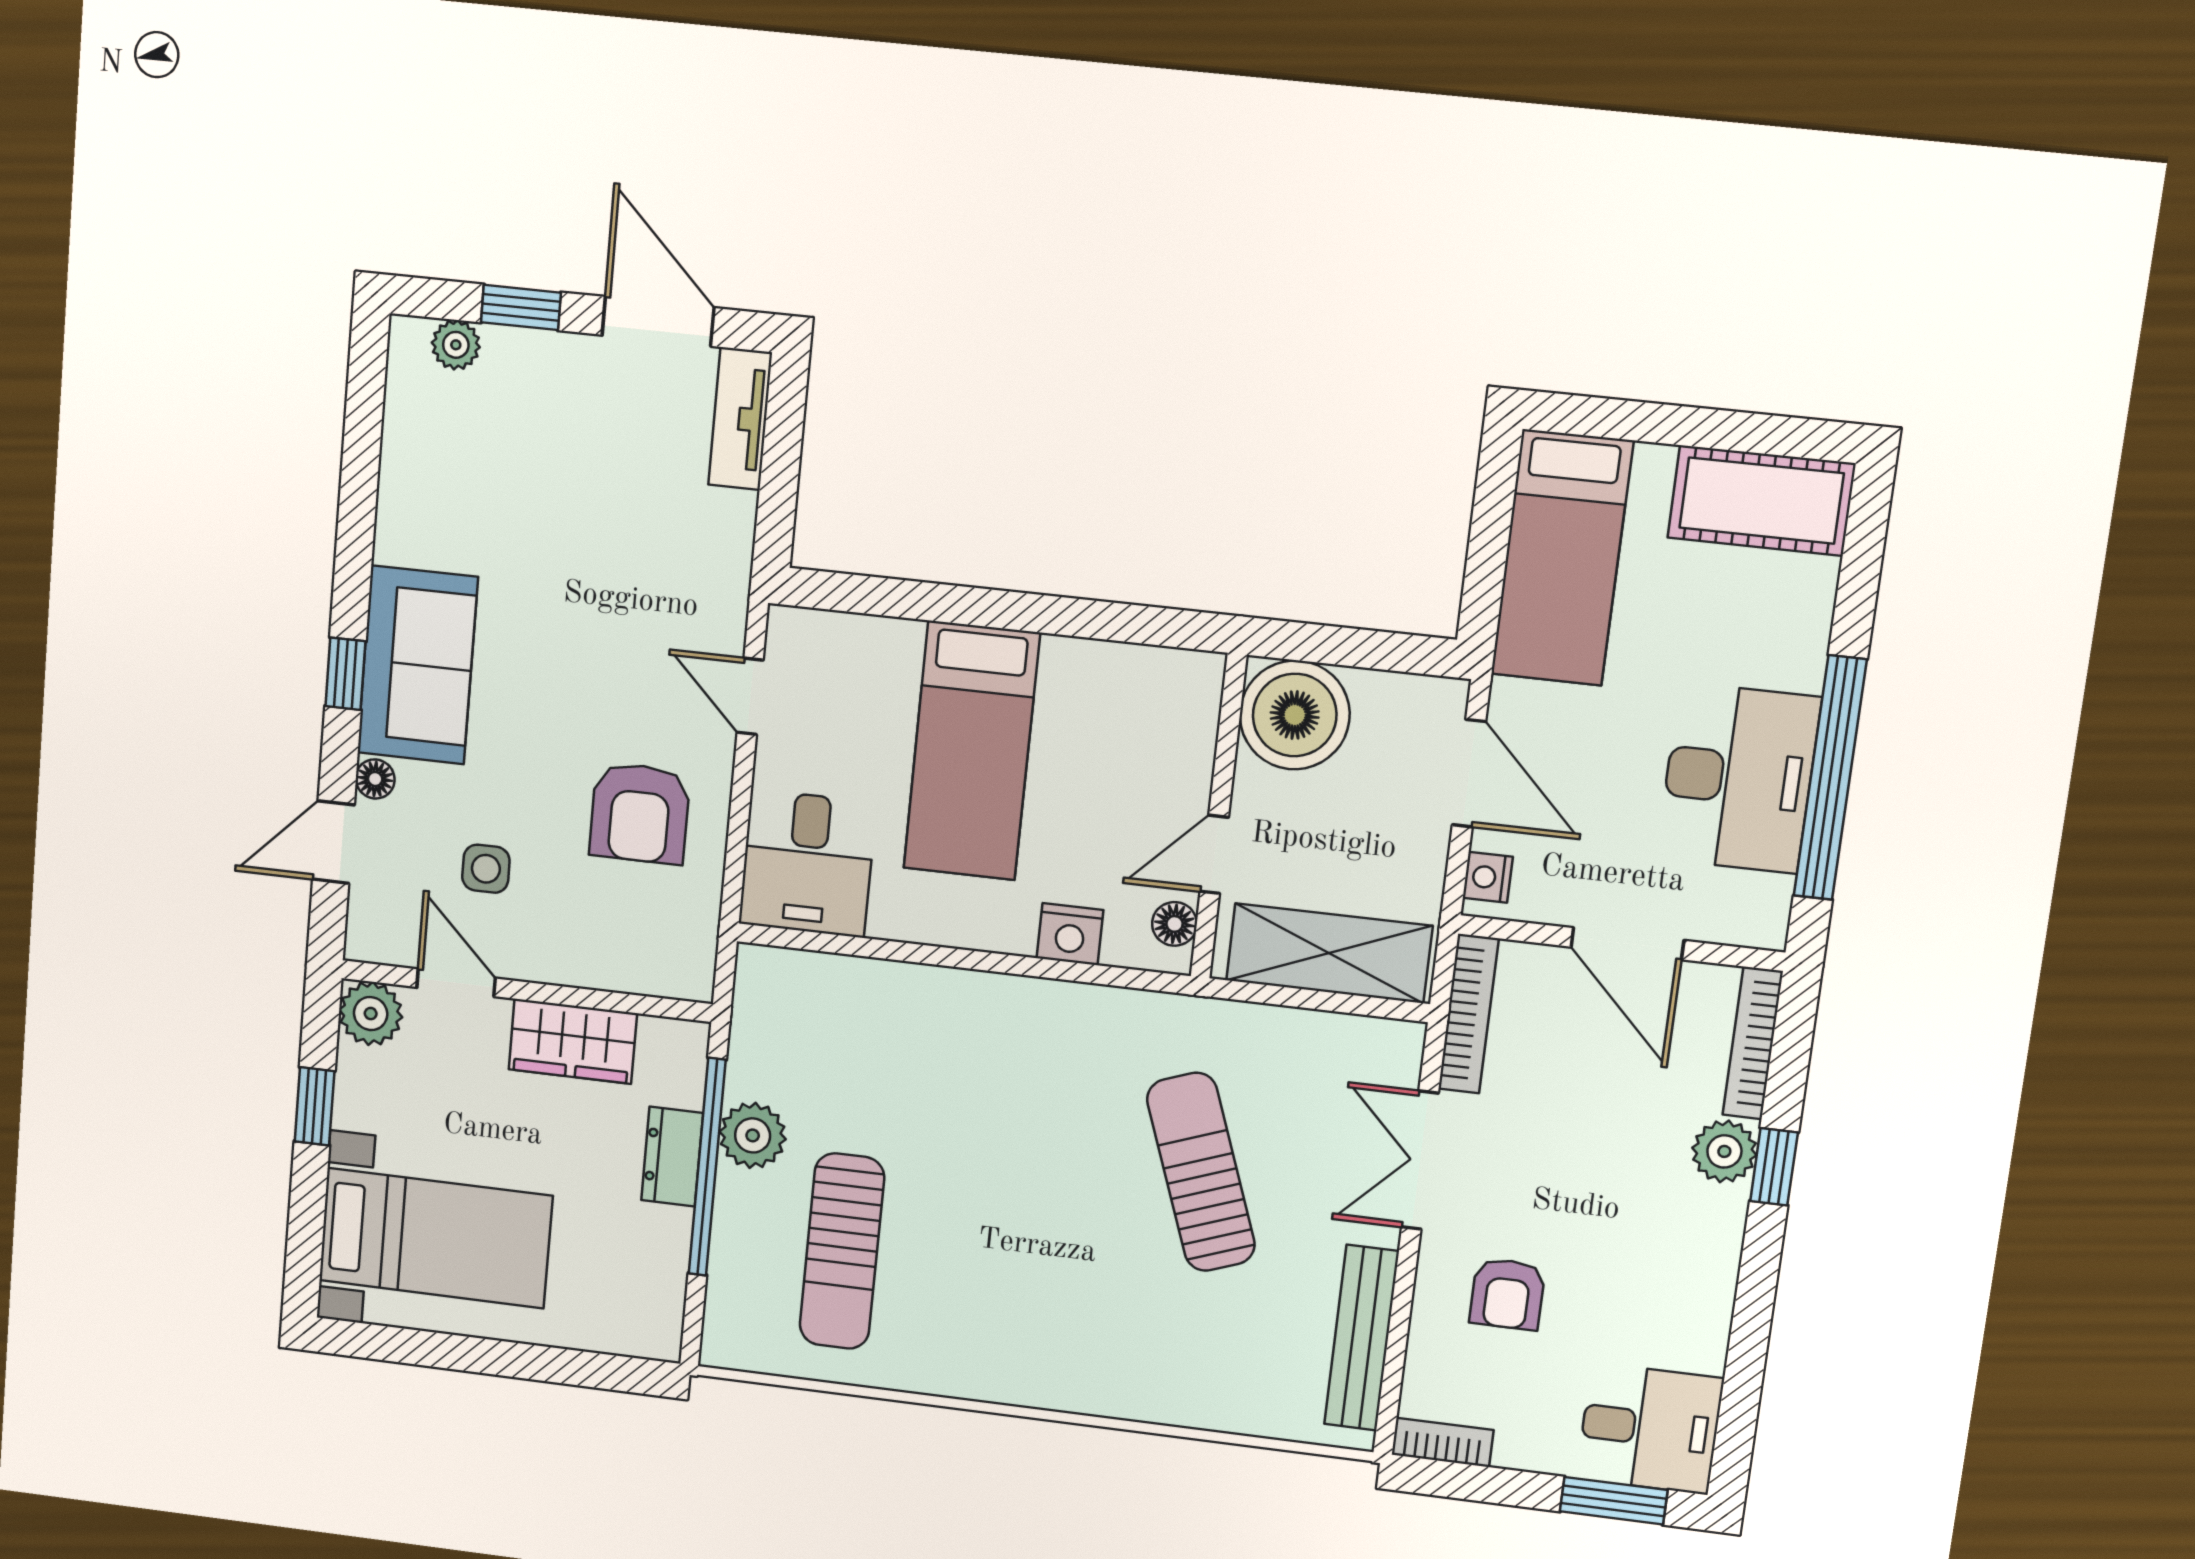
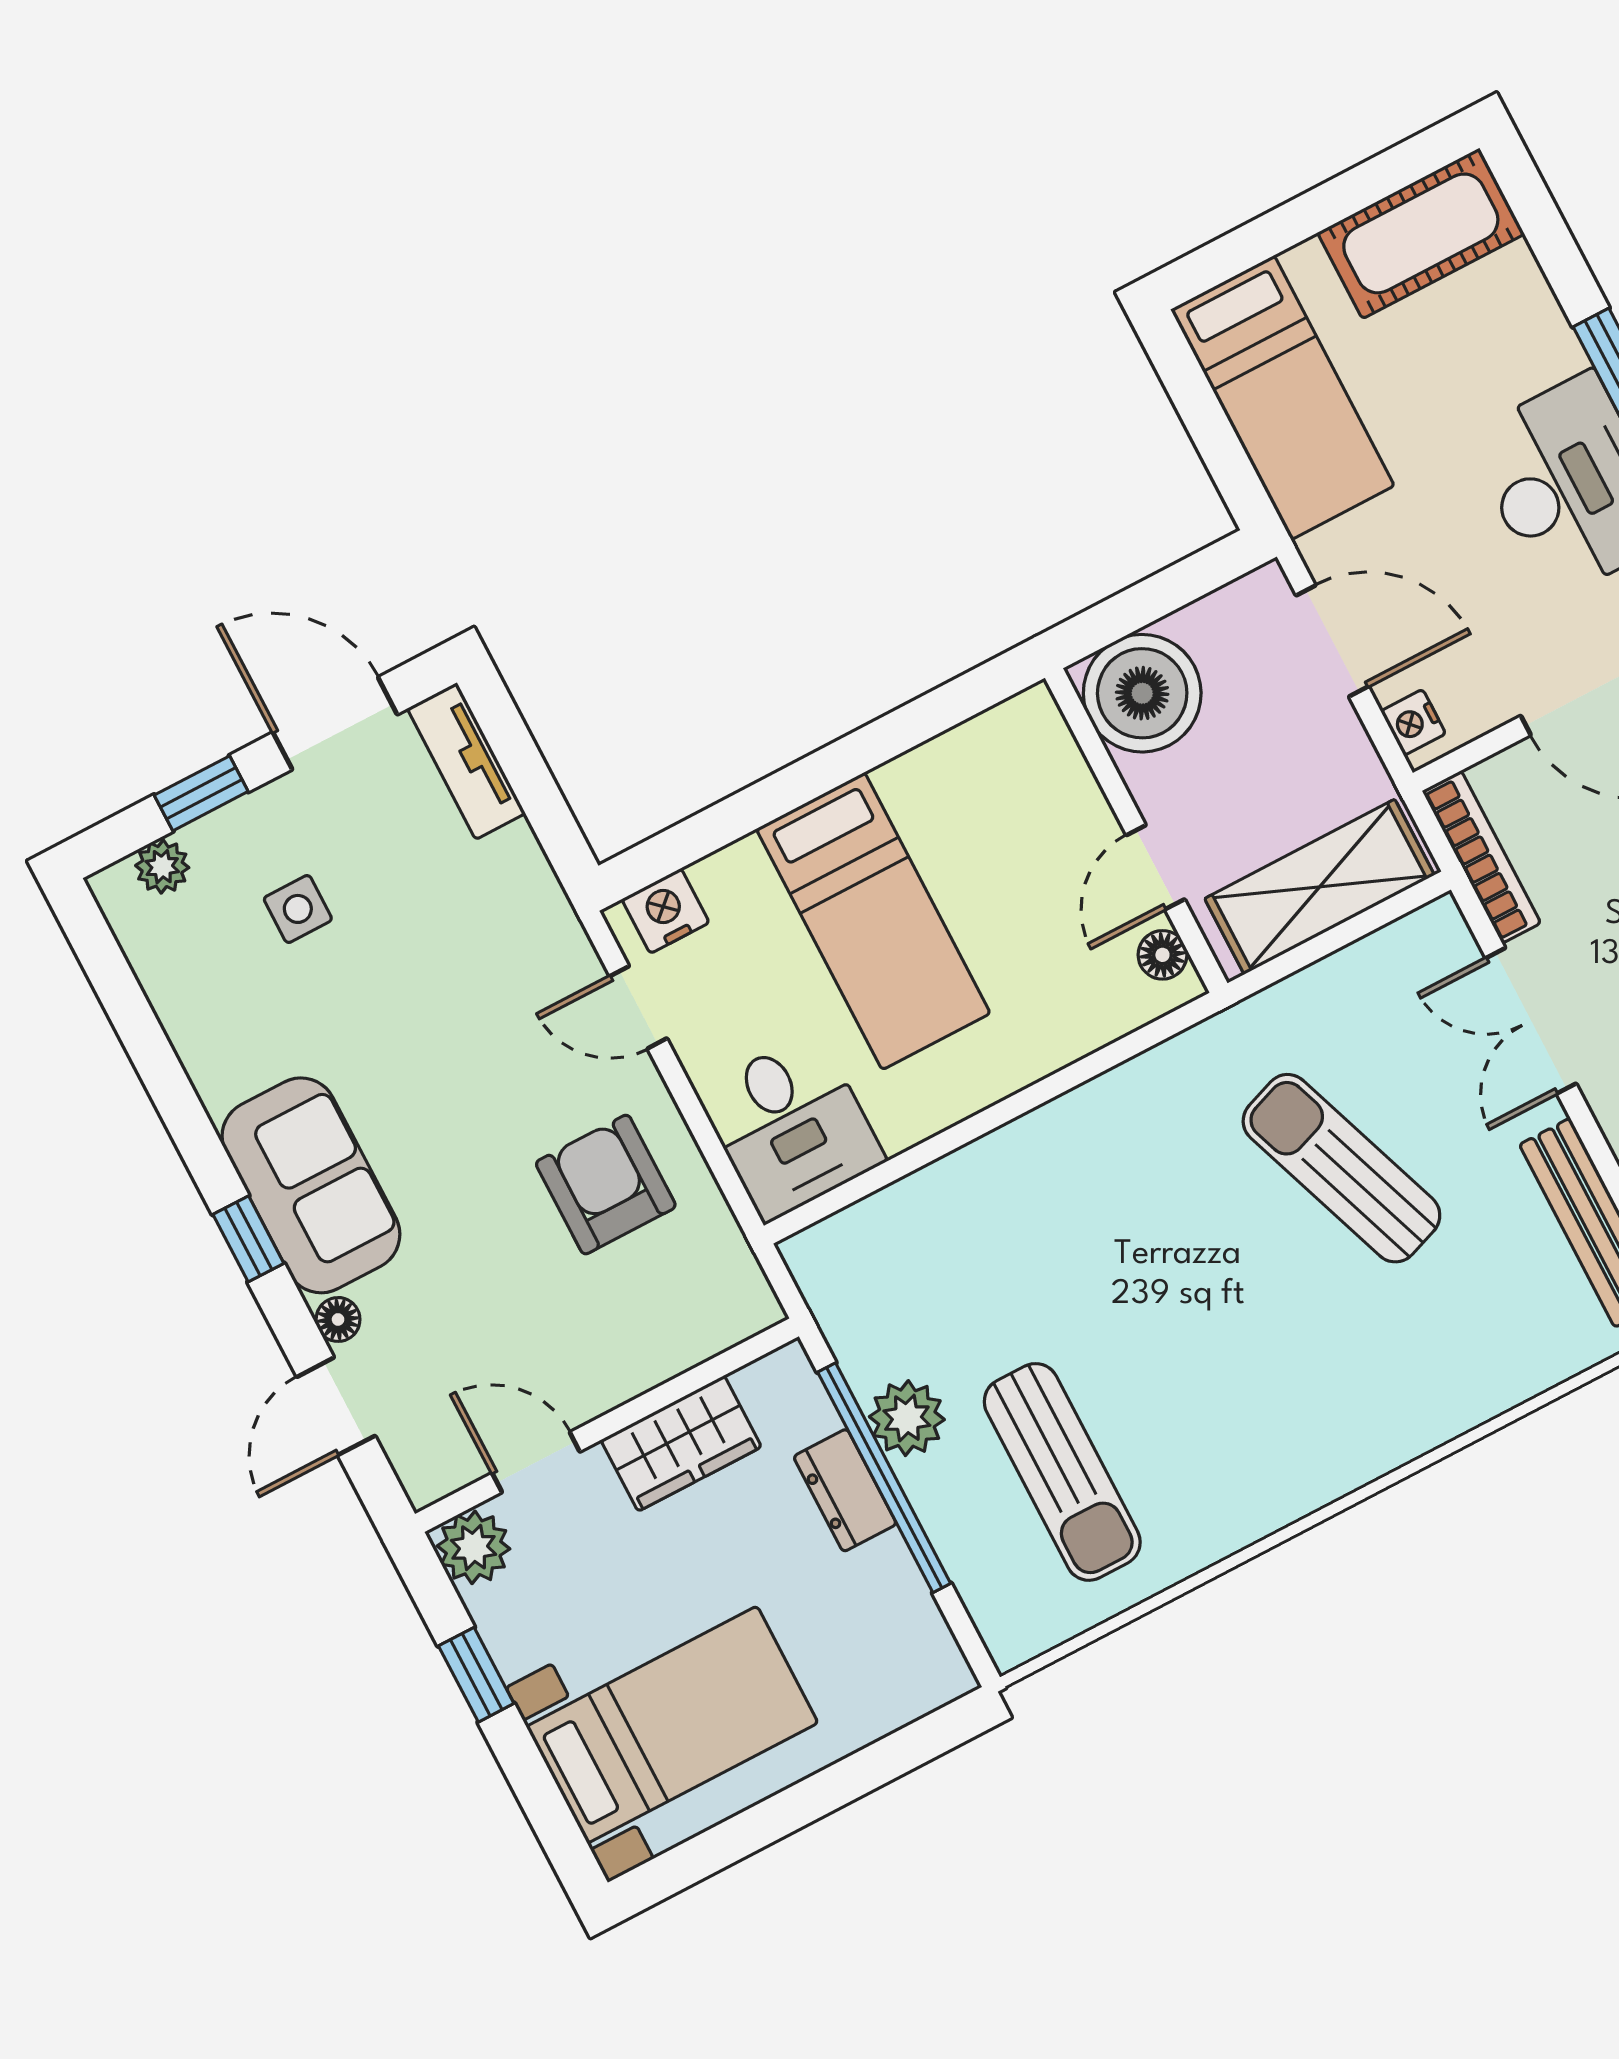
armchair: (640, 813) -> (606, 1185), turned 180
side table: (486, 869) -> (298, 909), moved
nightstand: (1070, 934) -> (666, 911), moved, turned 180

